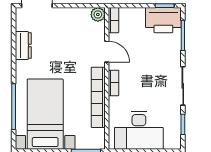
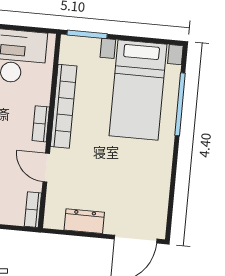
plant: (98, 14) -> (53, 219), removed
dresser: (23, 45) -> (84, 221), moved, turned 90

